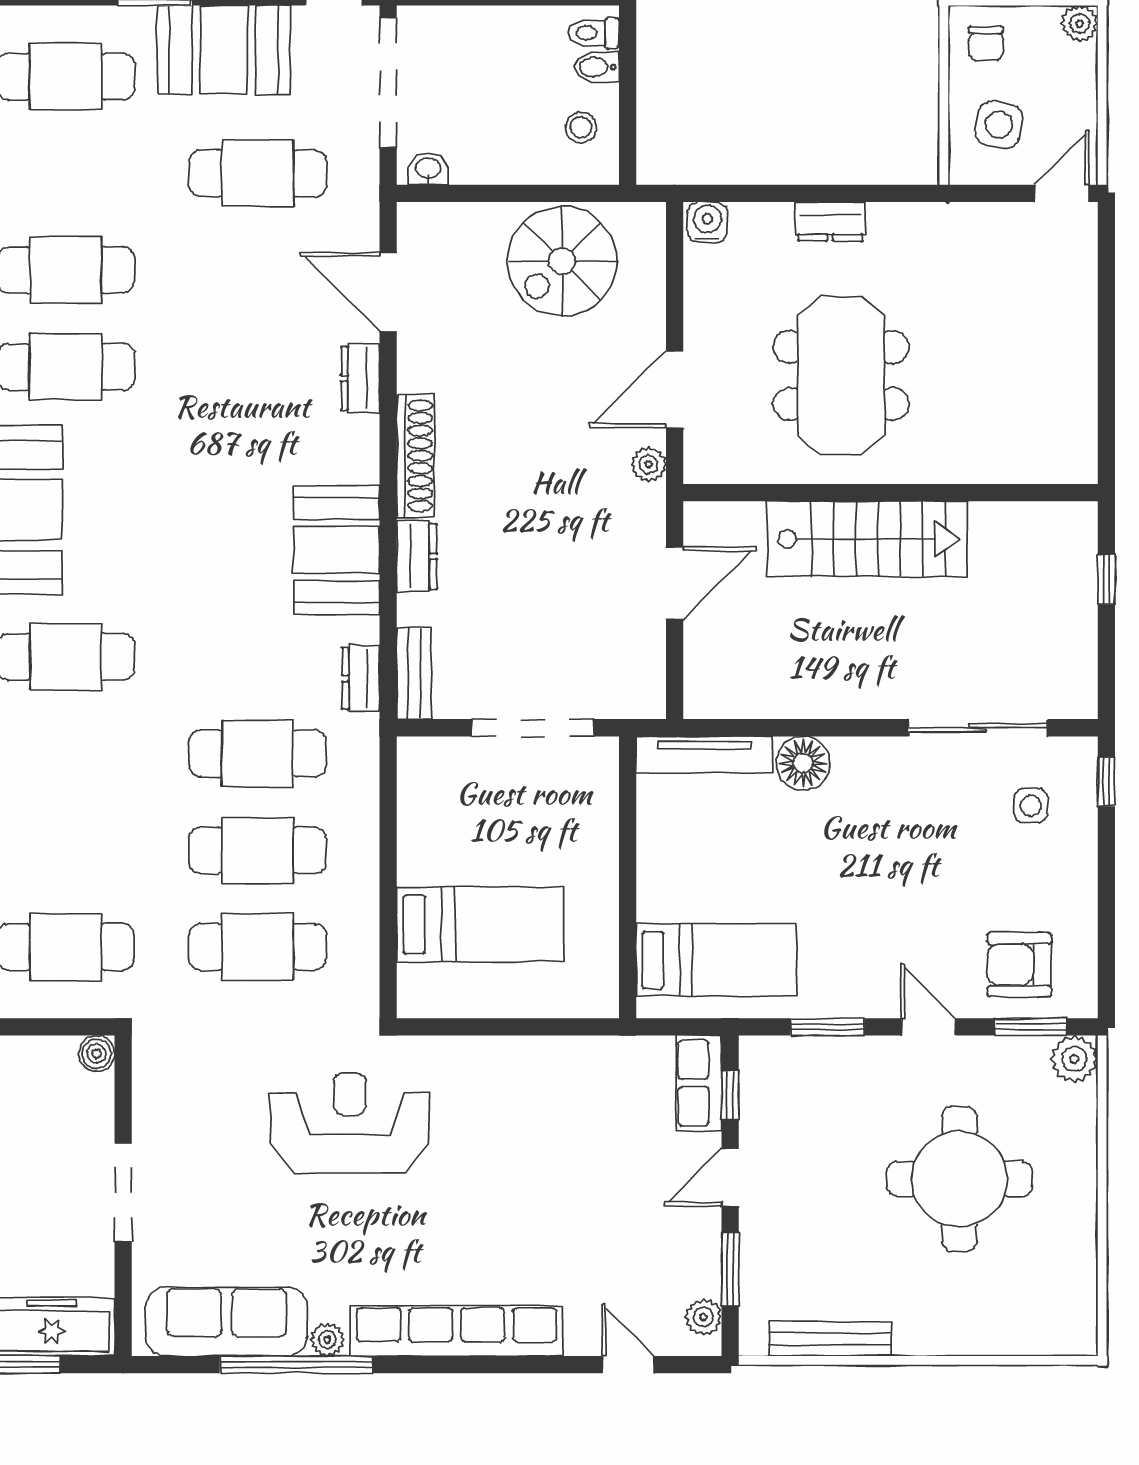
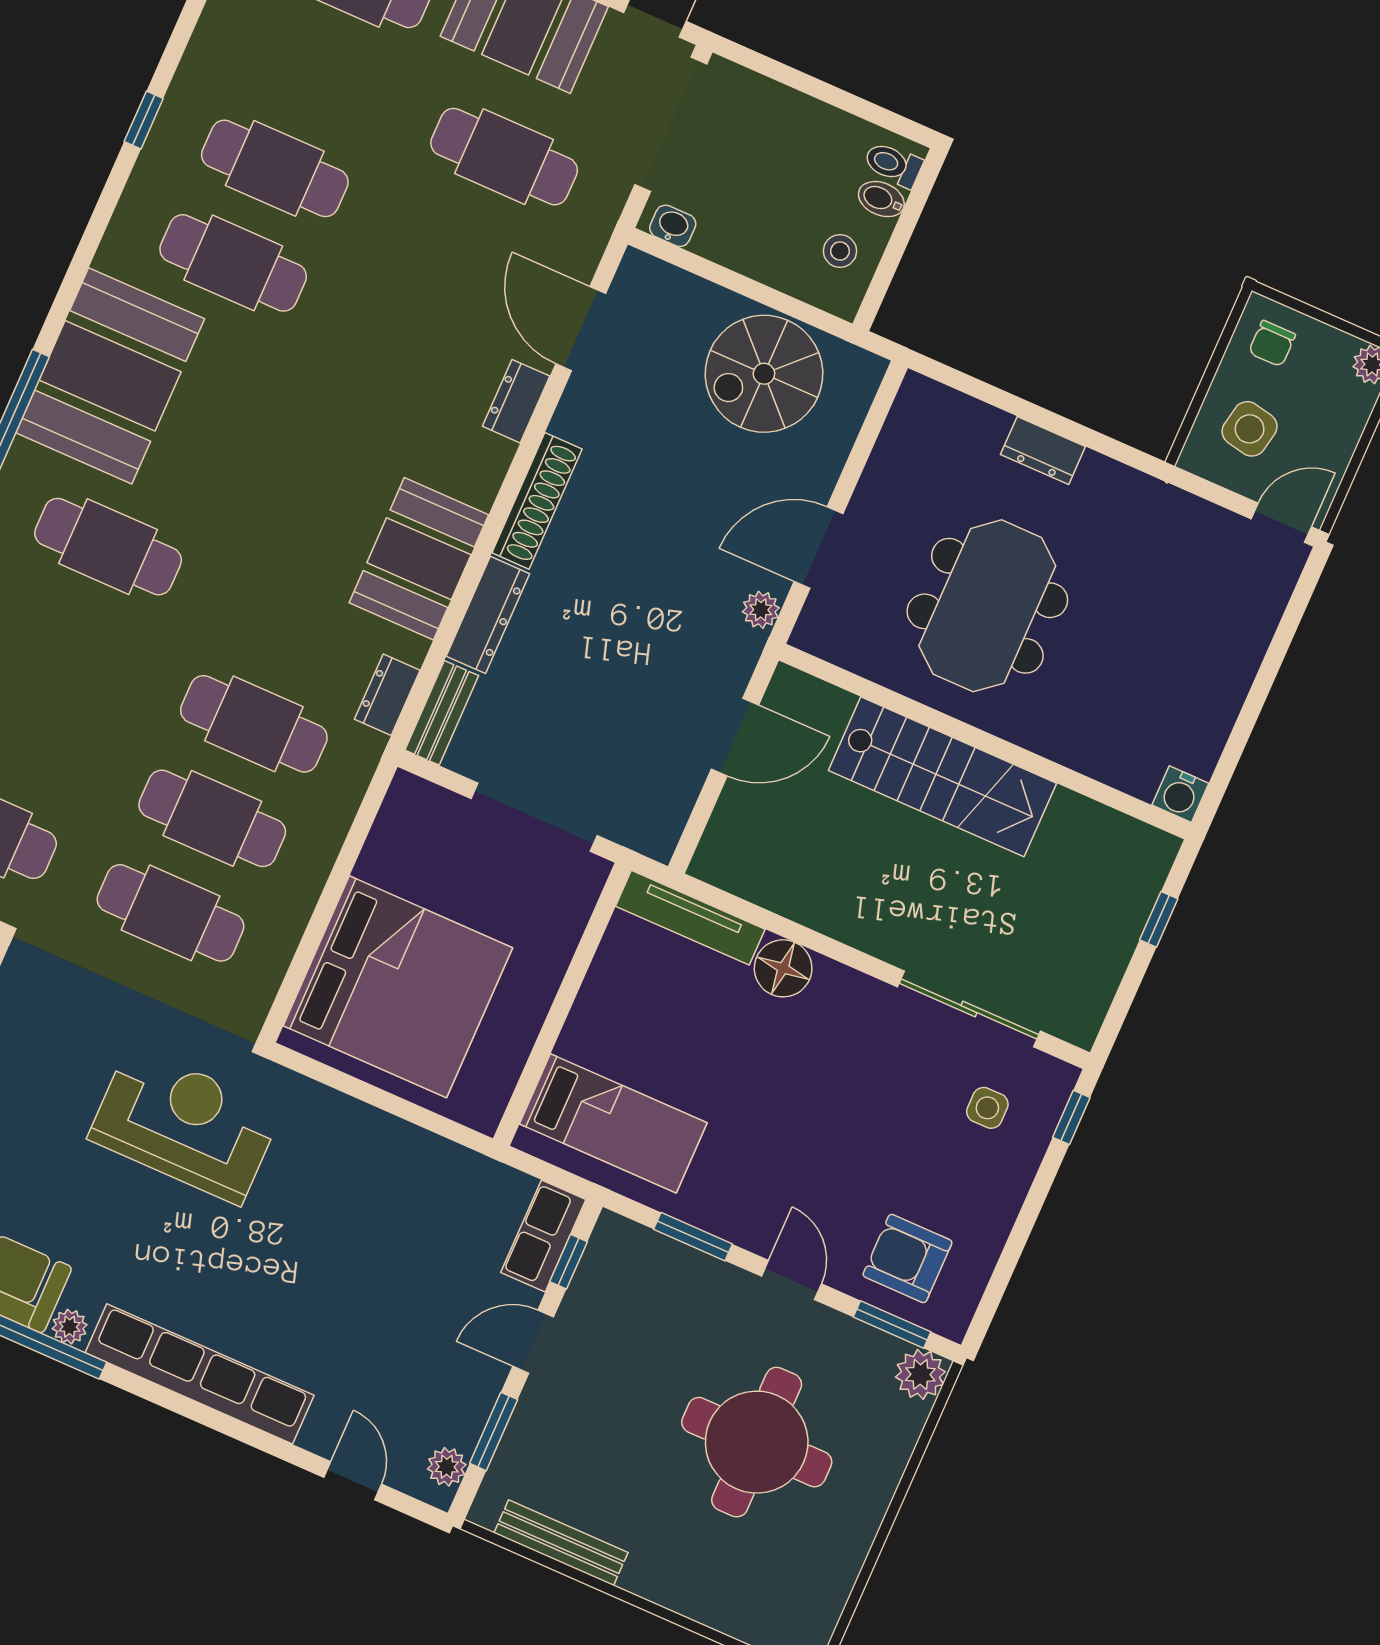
water cooler: (707, 222) -> (1180, 794), moved, turned 180
dresser: (417, 556) -> (488, 615), width x1.44
bed: (480, 924) -> (398, 987), width x2.04

